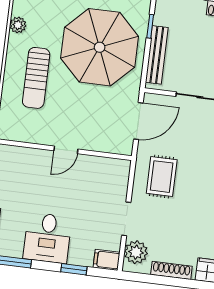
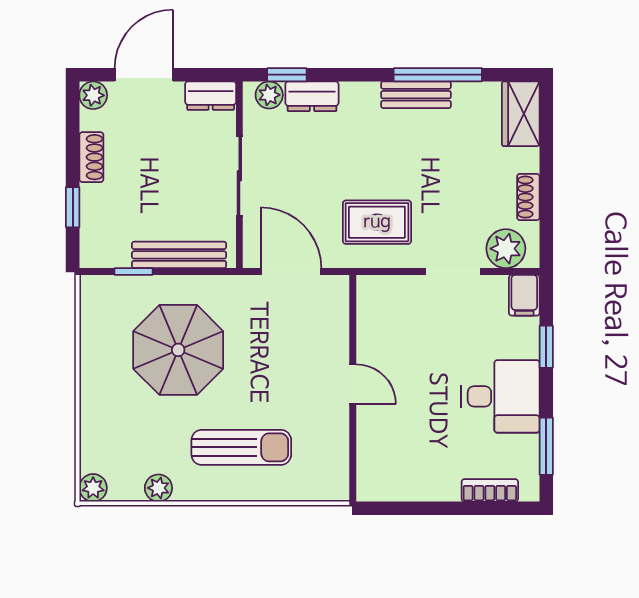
parasol: (100, 47) -> (178, 350), width x0.73, depth x0.73
shoe rack: (171, 270) -> (528, 197), width x0.70

